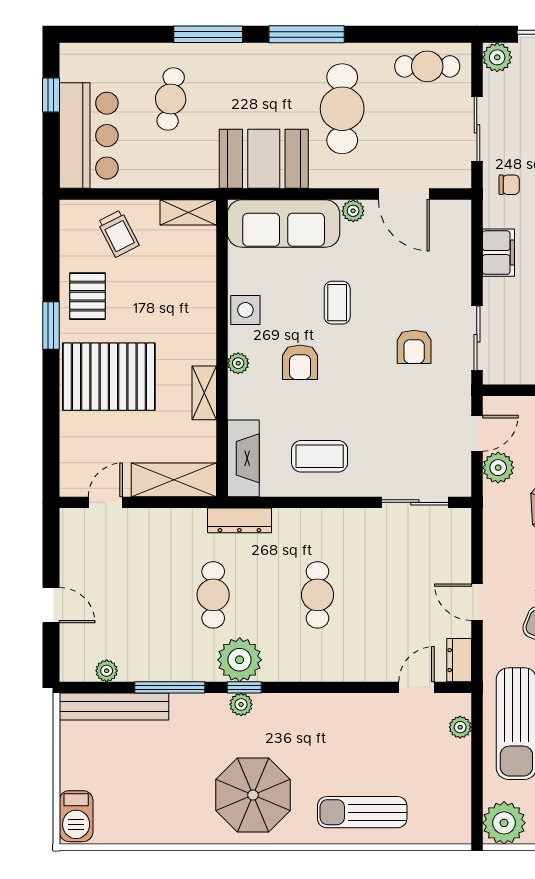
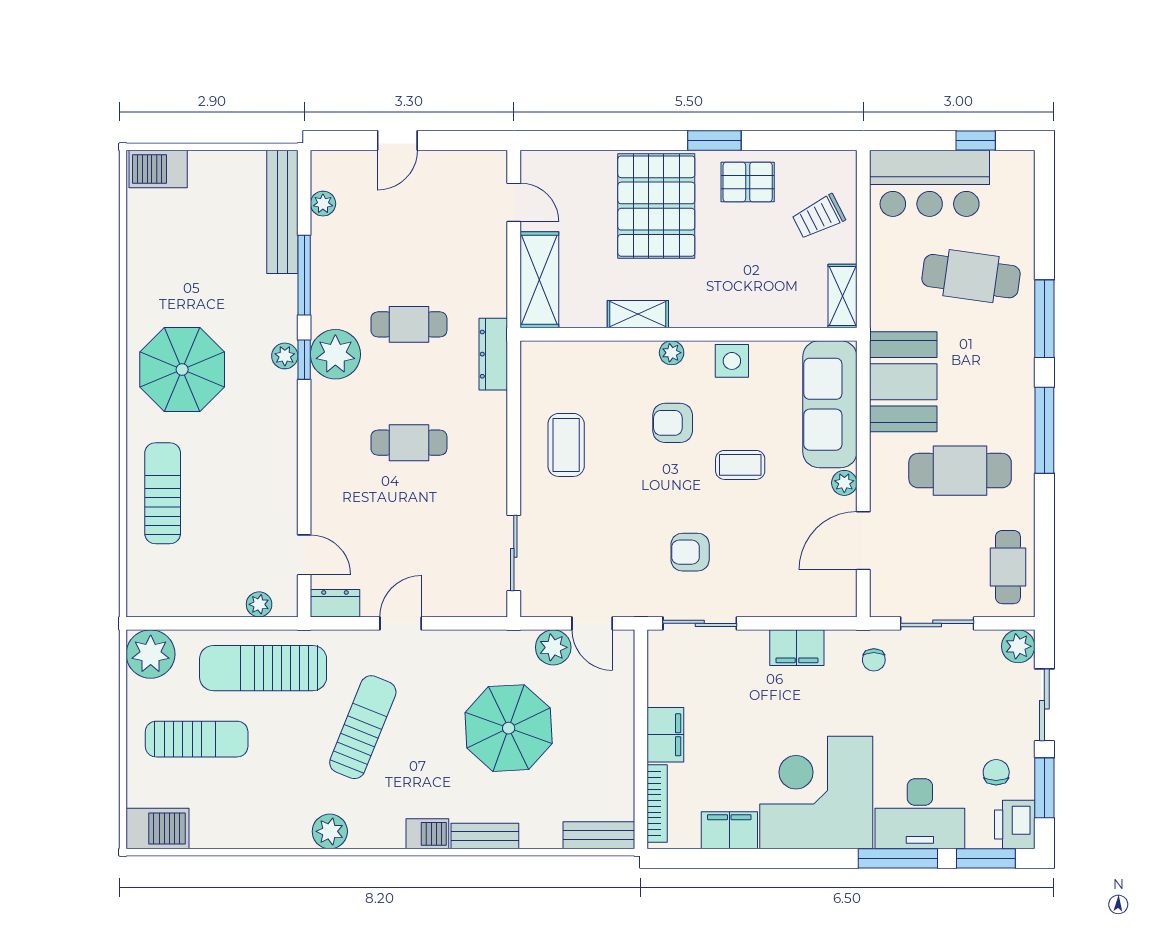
cafe table: (171, 99) -> (971, 276), width x1.37, depth x1.35
fireplace: (243, 458) -> (564, 359), removed

